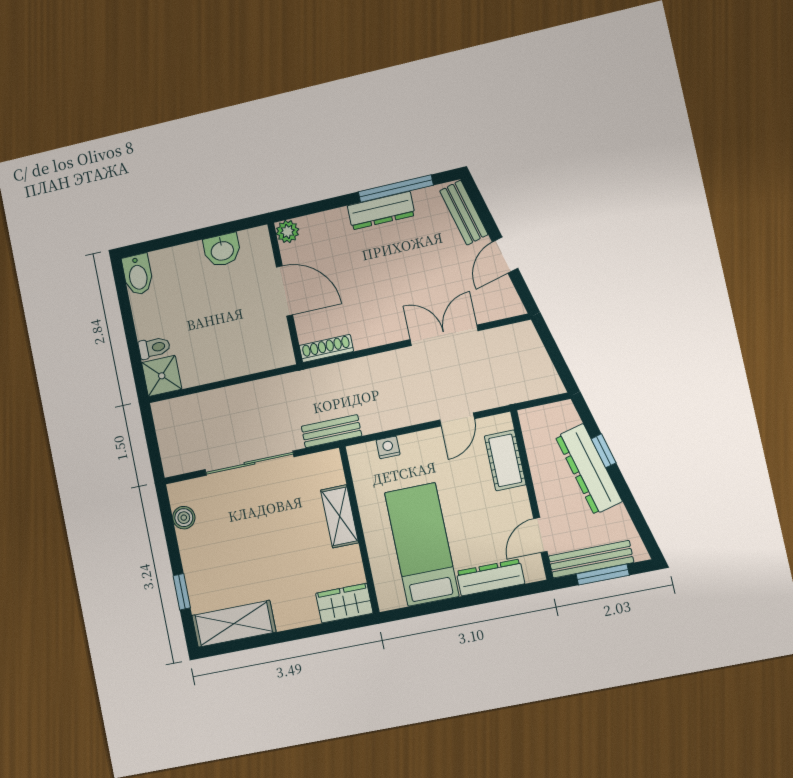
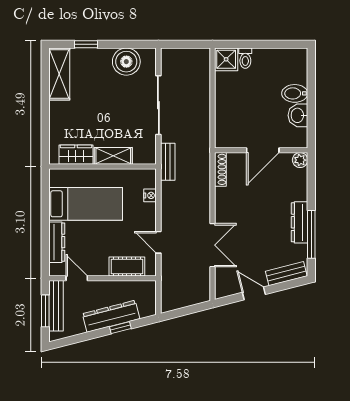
bidet: (138, 275) -> (295, 93), moved
boiler: (184, 518) -> (126, 62), width x1.86, depth x1.86
wardrobe: (344, 603) -> (76, 155), moved, turned -90

